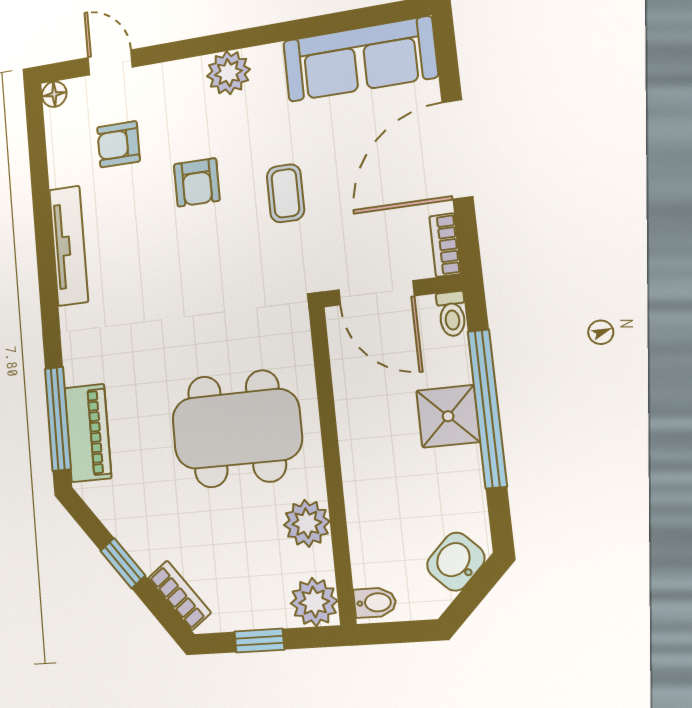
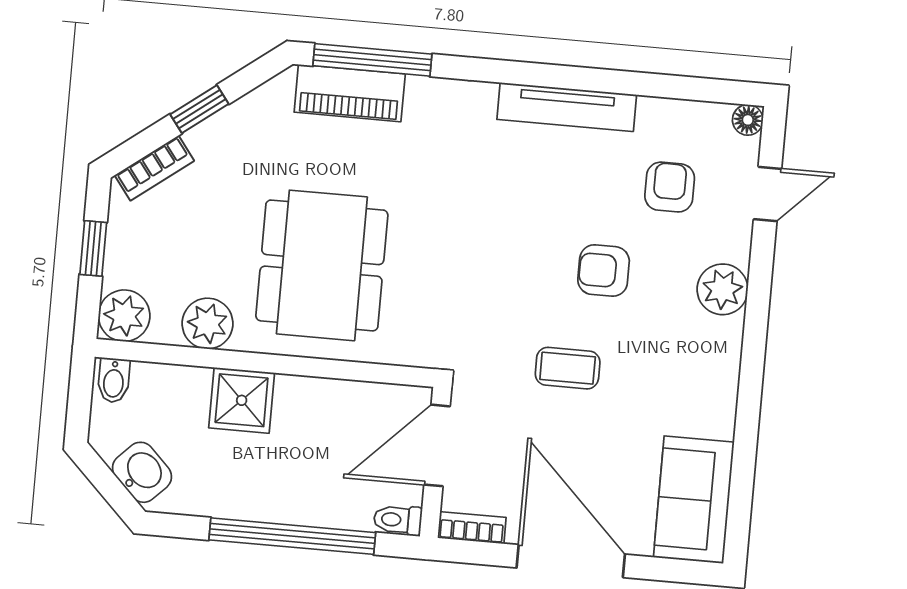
sofa: (360, 59) -> (694, 500), width x0.73
plant: (228, 73) -> (723, 289), moved
shower: (448, 416) -> (242, 400), moved

